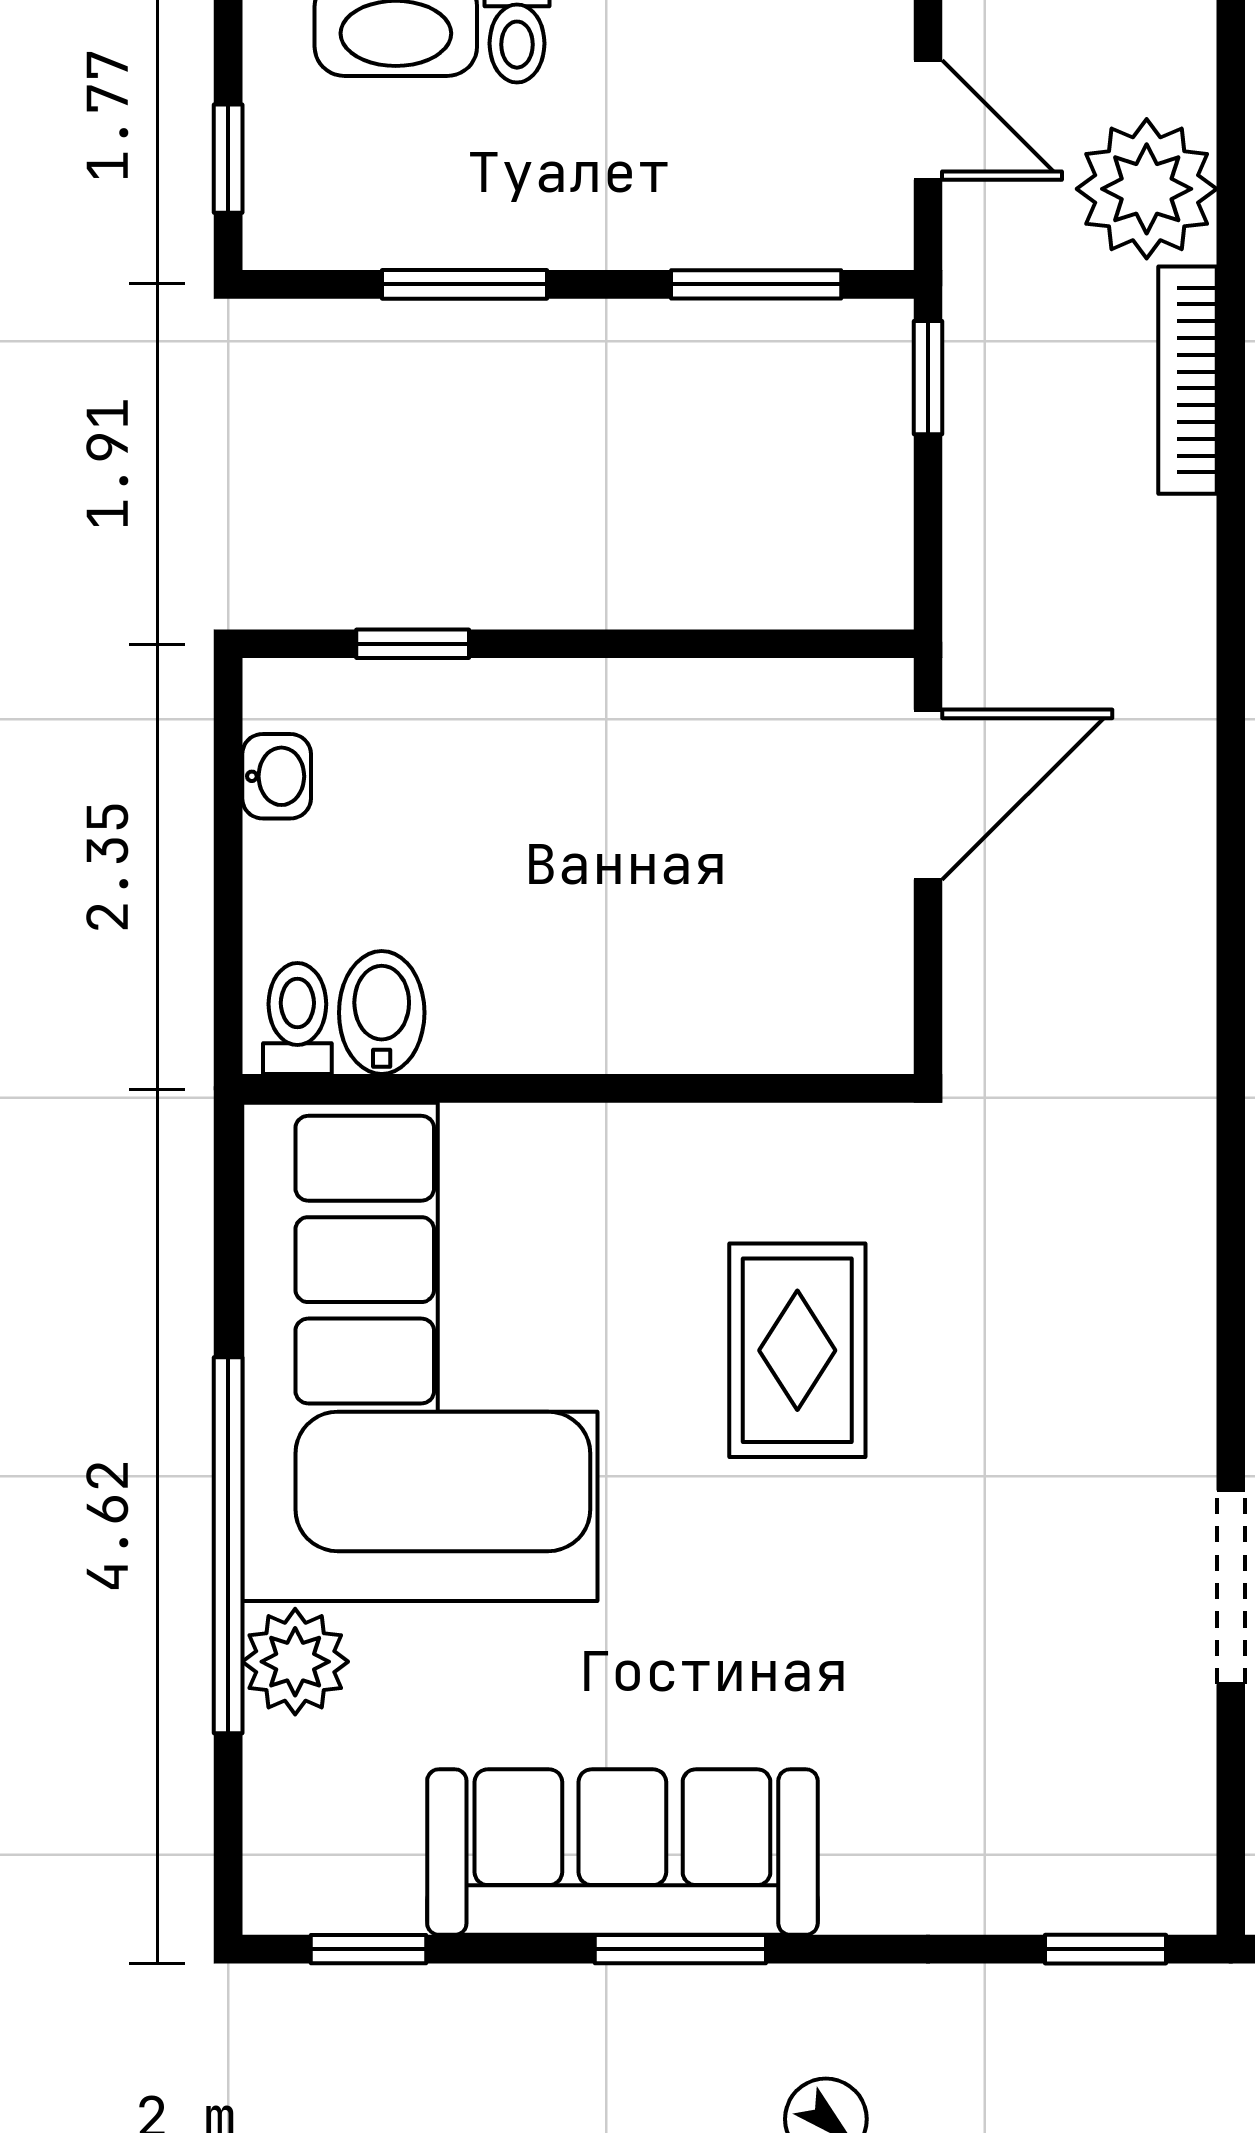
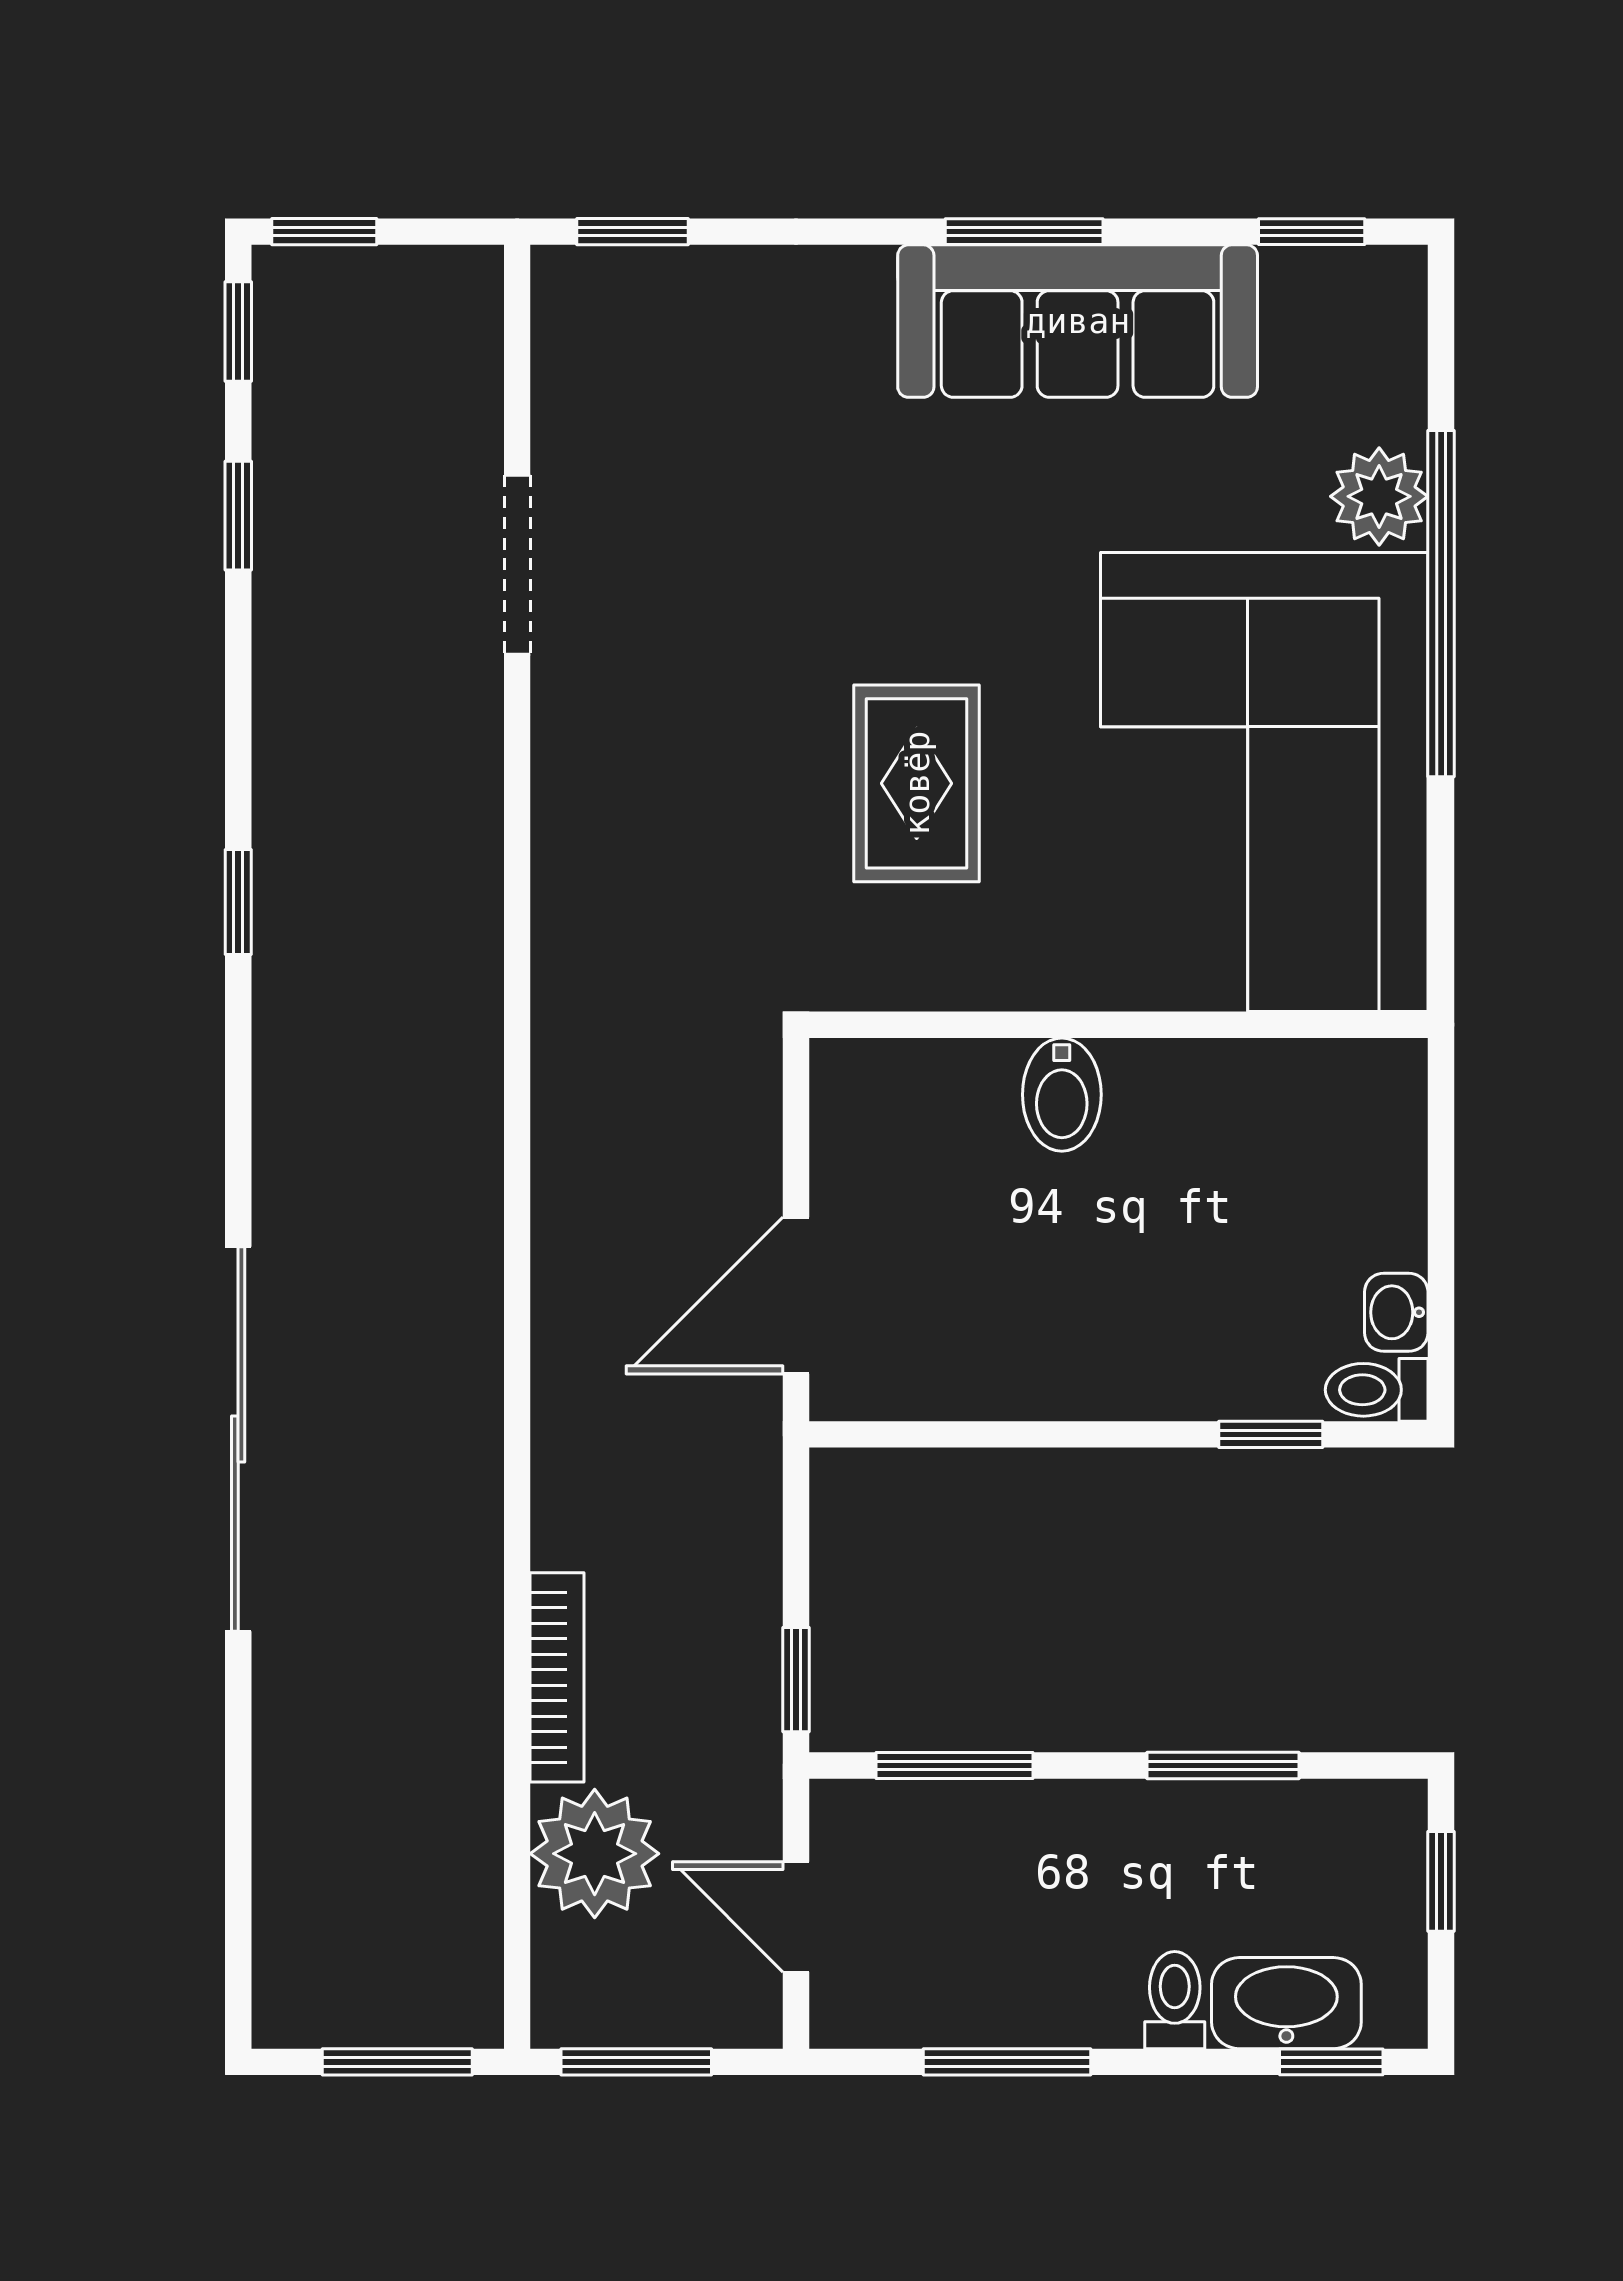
bidet: (382, 1013) -> (1062, 1095), moved
toilet: (297, 1019) -> (1377, 1390), moved, turned 90

